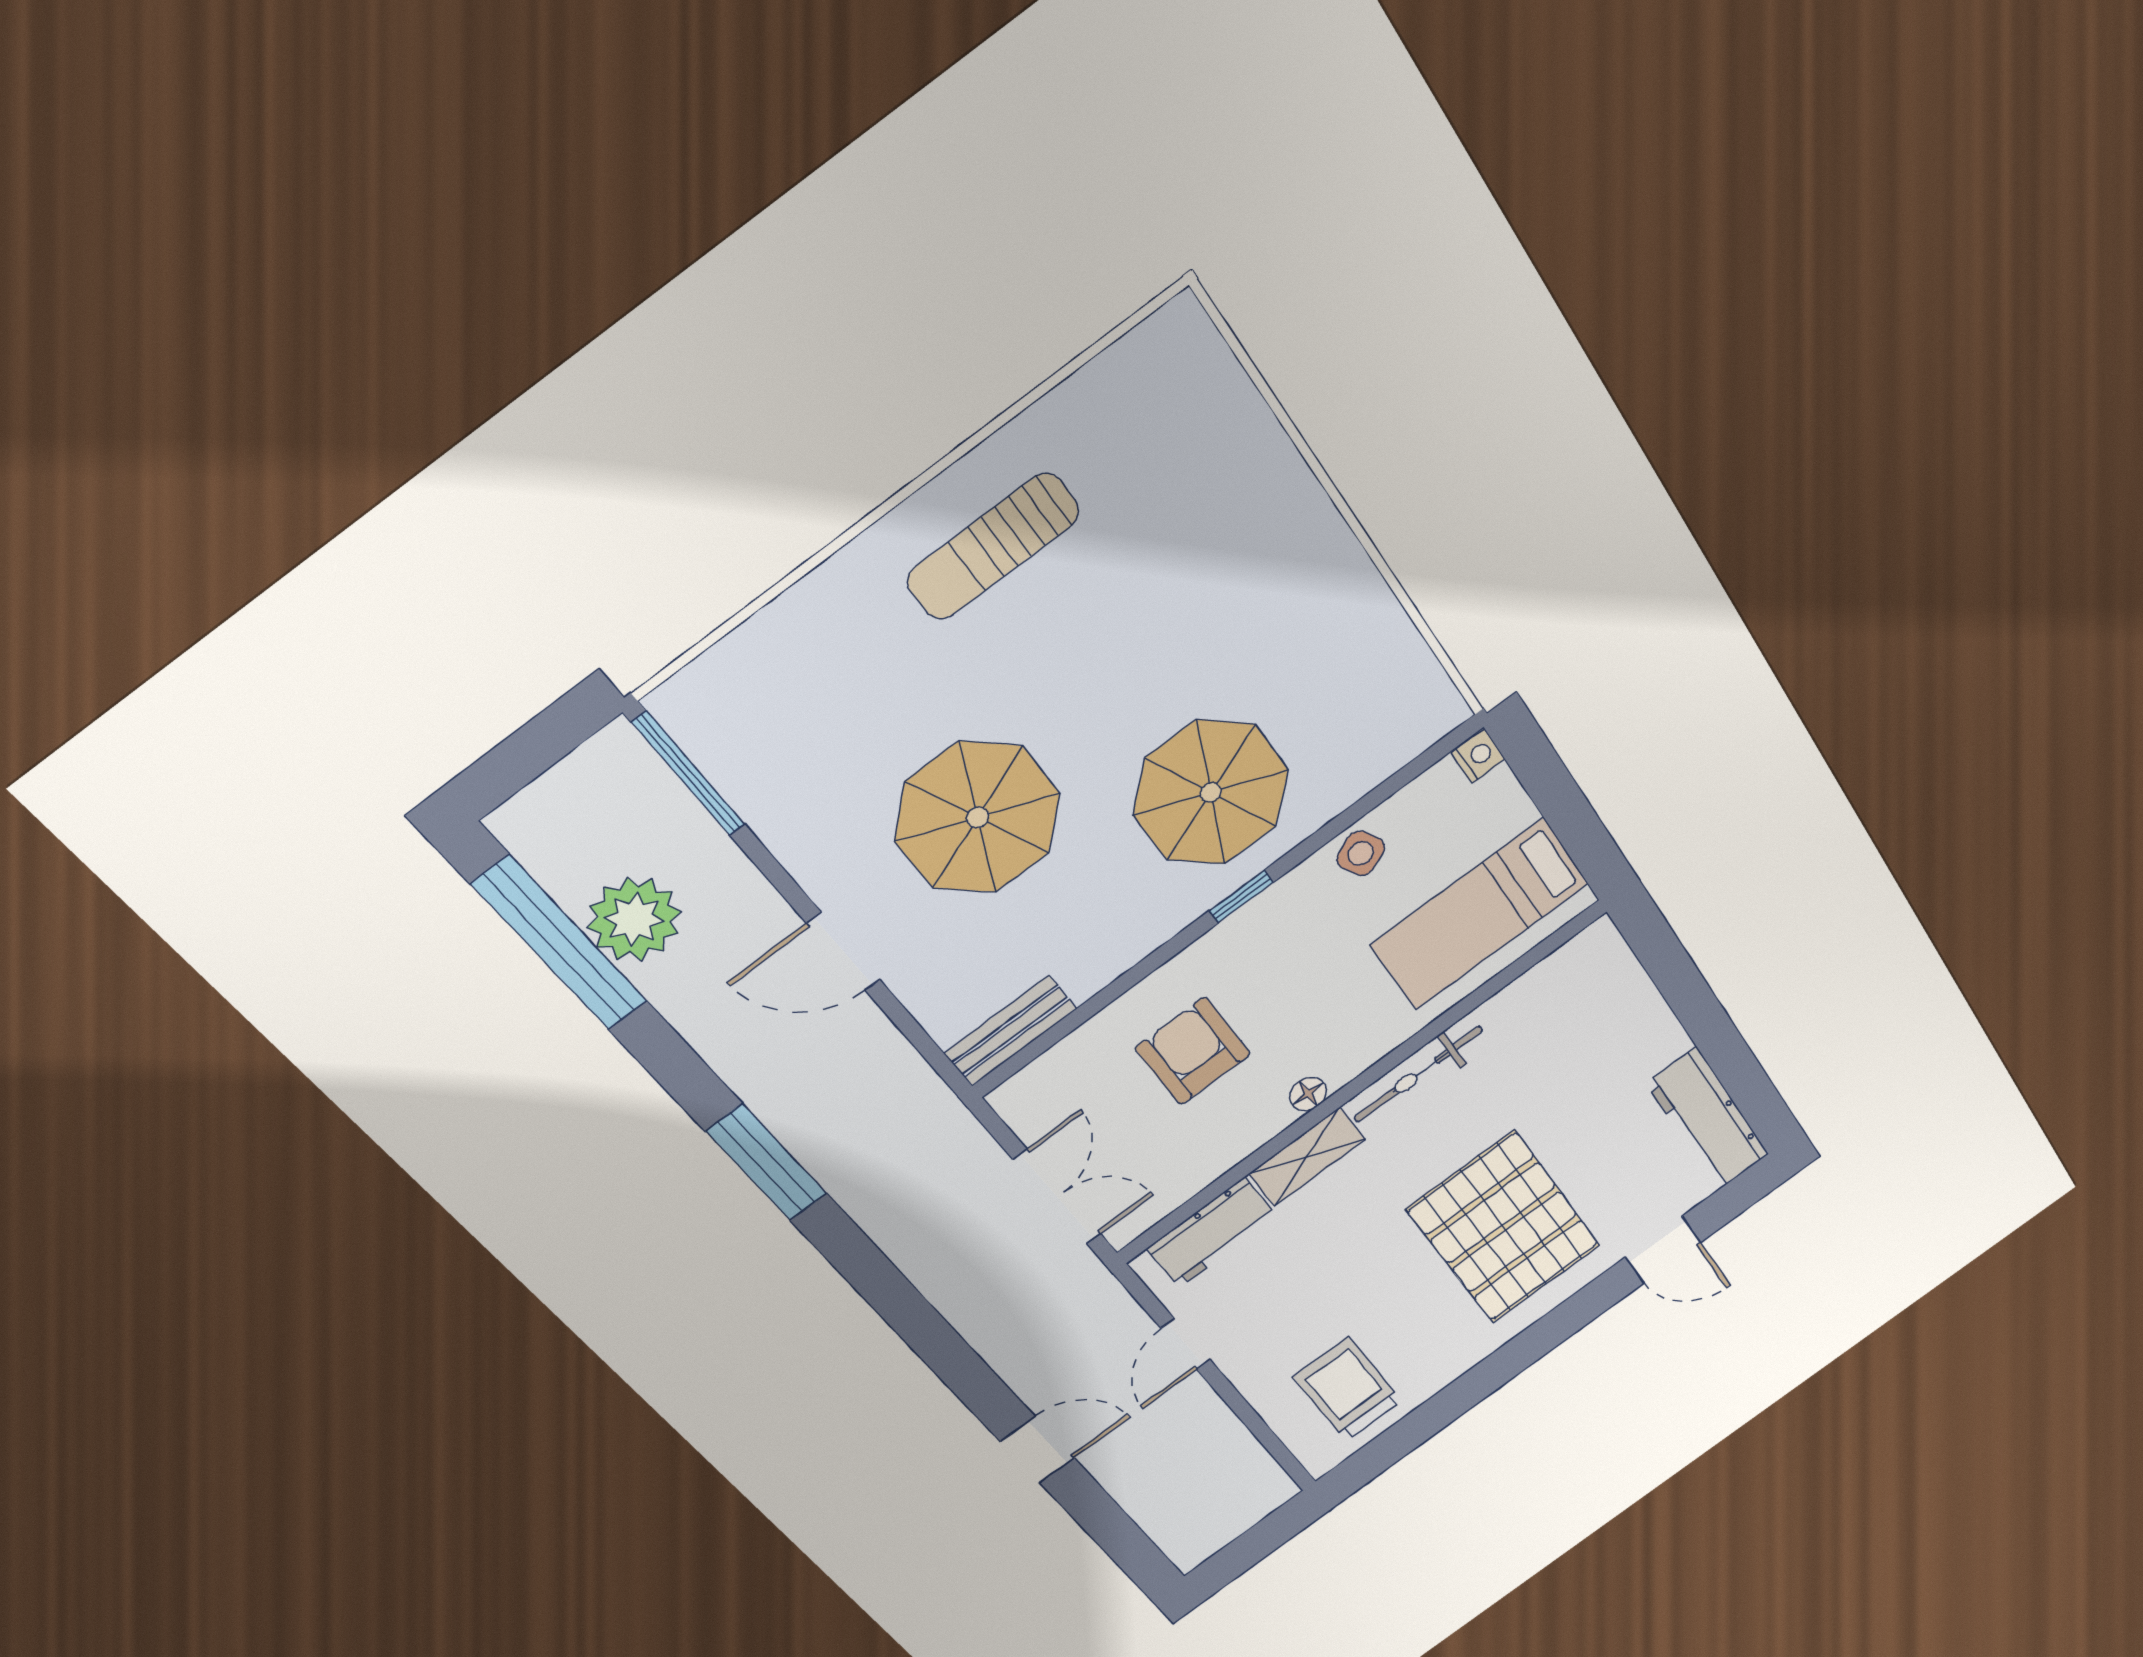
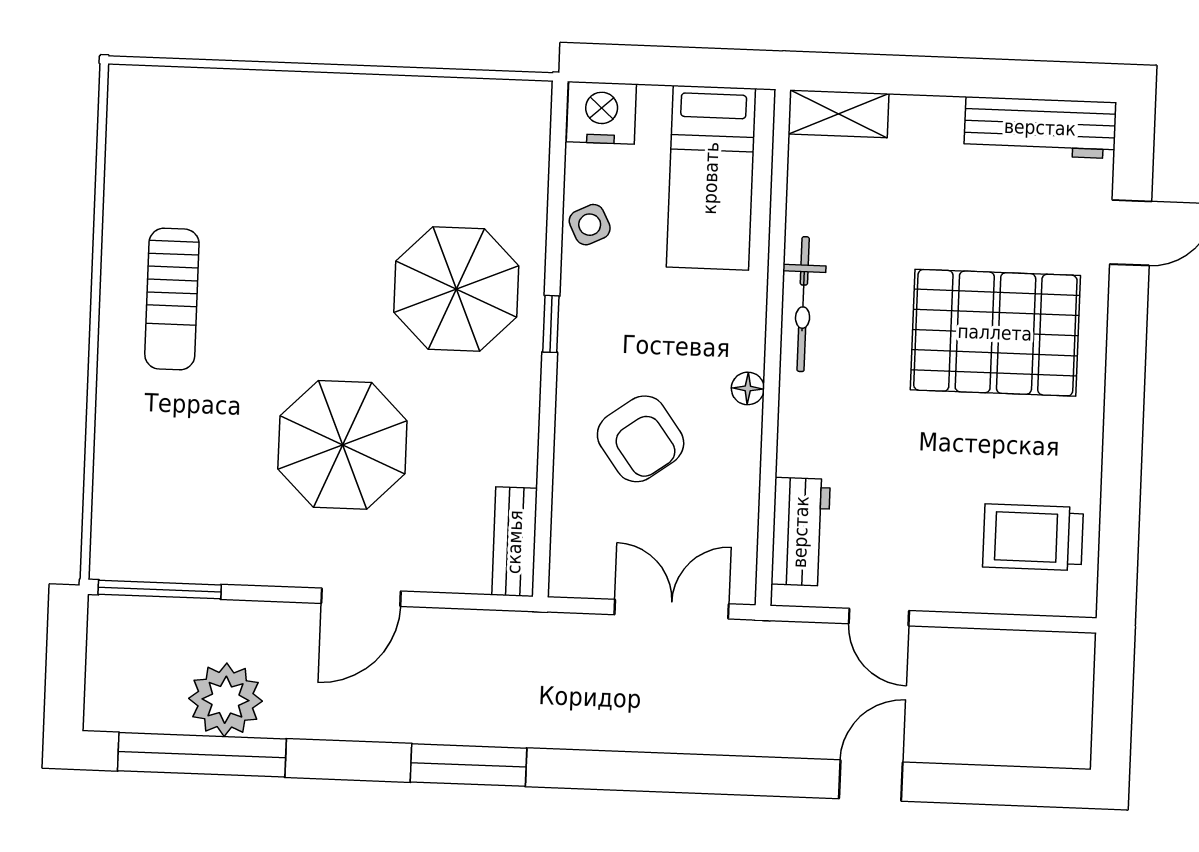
nightstand: (1478, 756) -> (601, 113), width x1.89, depth x1.79
armchair: (1193, 1051) -> (641, 439), turned -126
shelving: (1307, 1157) -> (838, 114), moved, turned 90

